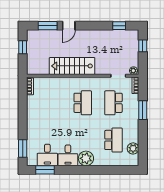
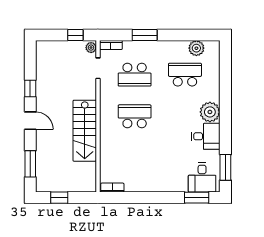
door: (69, 26) -> (30, 121), moved
window: (119, 26) -> (30, 88), moved
window: (143, 46) -> (75, 35), moved
desk: (47, 155) -> (202, 177), moved, turned 90

